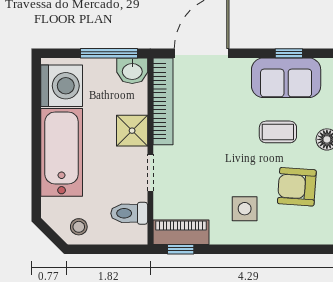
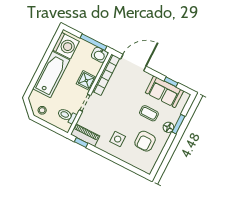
armchair: (297, 187) -> (145, 141), turned -94

